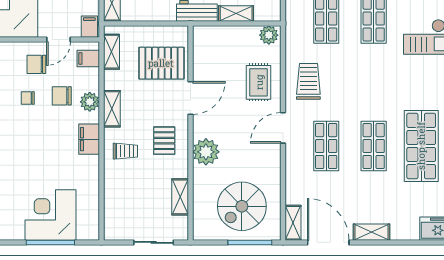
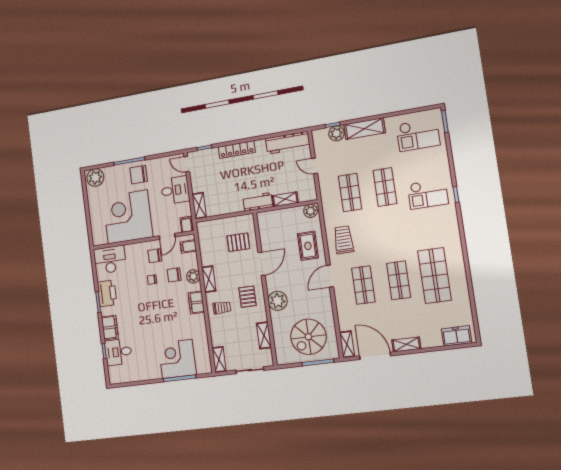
shelving: (111, 52) -> (219, 359), moved
pallet: (161, 63) -> (238, 242), width x0.67, depth x0.71

